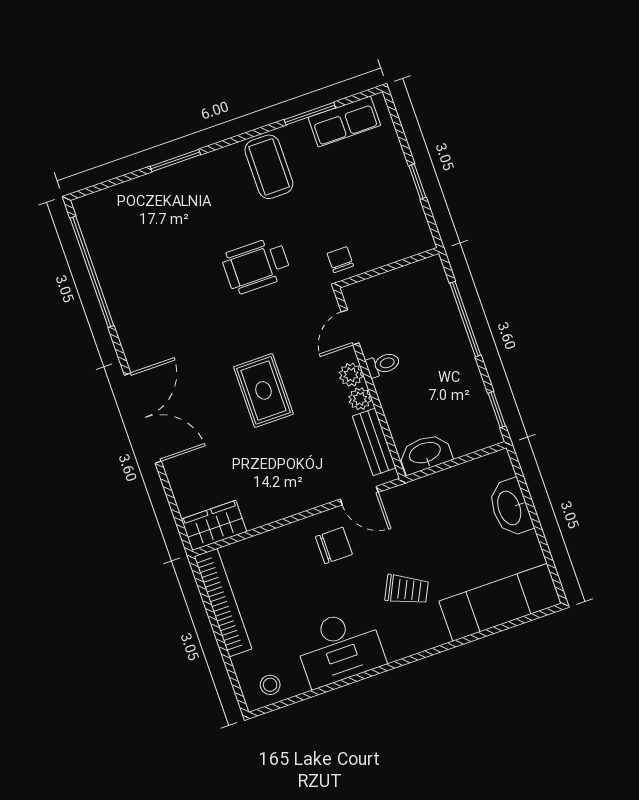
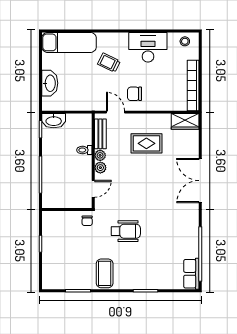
row of seats: (344, 121) -> (191, 274), moved, turned -90
toilet: (383, 364) -> (84, 150), moved
rug: (263, 390) -> (146, 143), moved, turned 90
washbasin: (425, 454) -> (54, 121), moved

